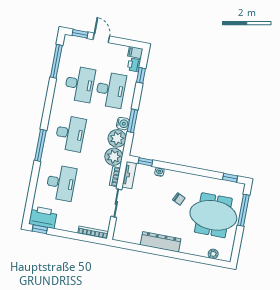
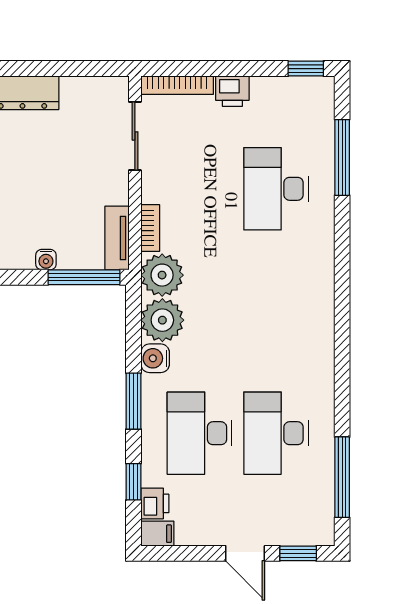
window: (132, 121) -> (133, 401), moved
desk: (70, 133) -> (276, 311), removed
window: (40, 145) -> (342, 157), moved
window: (145, 162) -> (84, 277), width x2.17
sliding door: (116, 203) -> (135, 136), moved
printer: (43, 217) -> (232, 91), moved, width x0.53, depth x0.68

